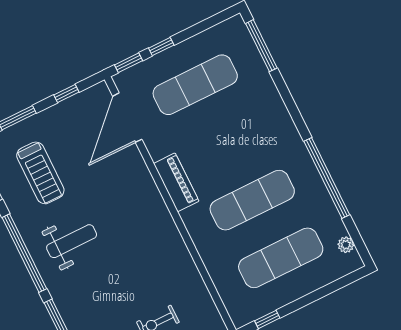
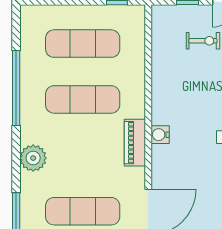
water cooler: (154, 203) -> (160, 135), added
plant: (346, 245) -> (33, 158), moved, width x1.88, depth x1.88

